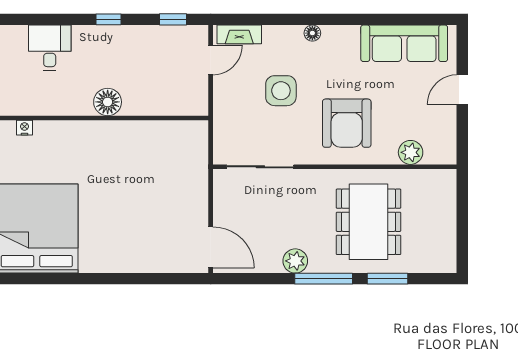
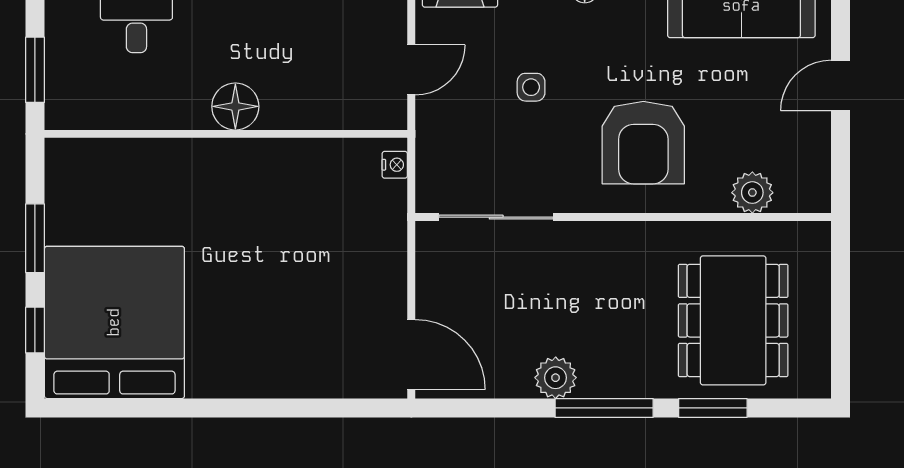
door: (211, 60) -> (411, 70), moved
side table: (281, 91) -> (531, 87), width x0.54, depth x0.54
nightstand: (24, 128) -> (395, 165), moved, turned 90
dining table: (369, 222) -> (733, 320), moved

